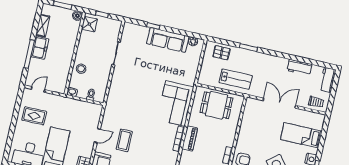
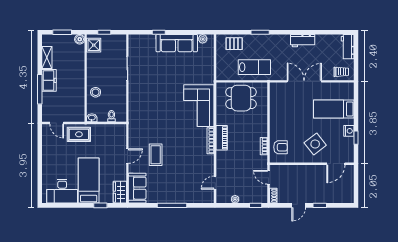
workbench: (299, 67) -> (303, 41), moved
door: (38, 89) -> (57, 123), swing flipped
rug: (34, 116) -> (79, 134), moved

